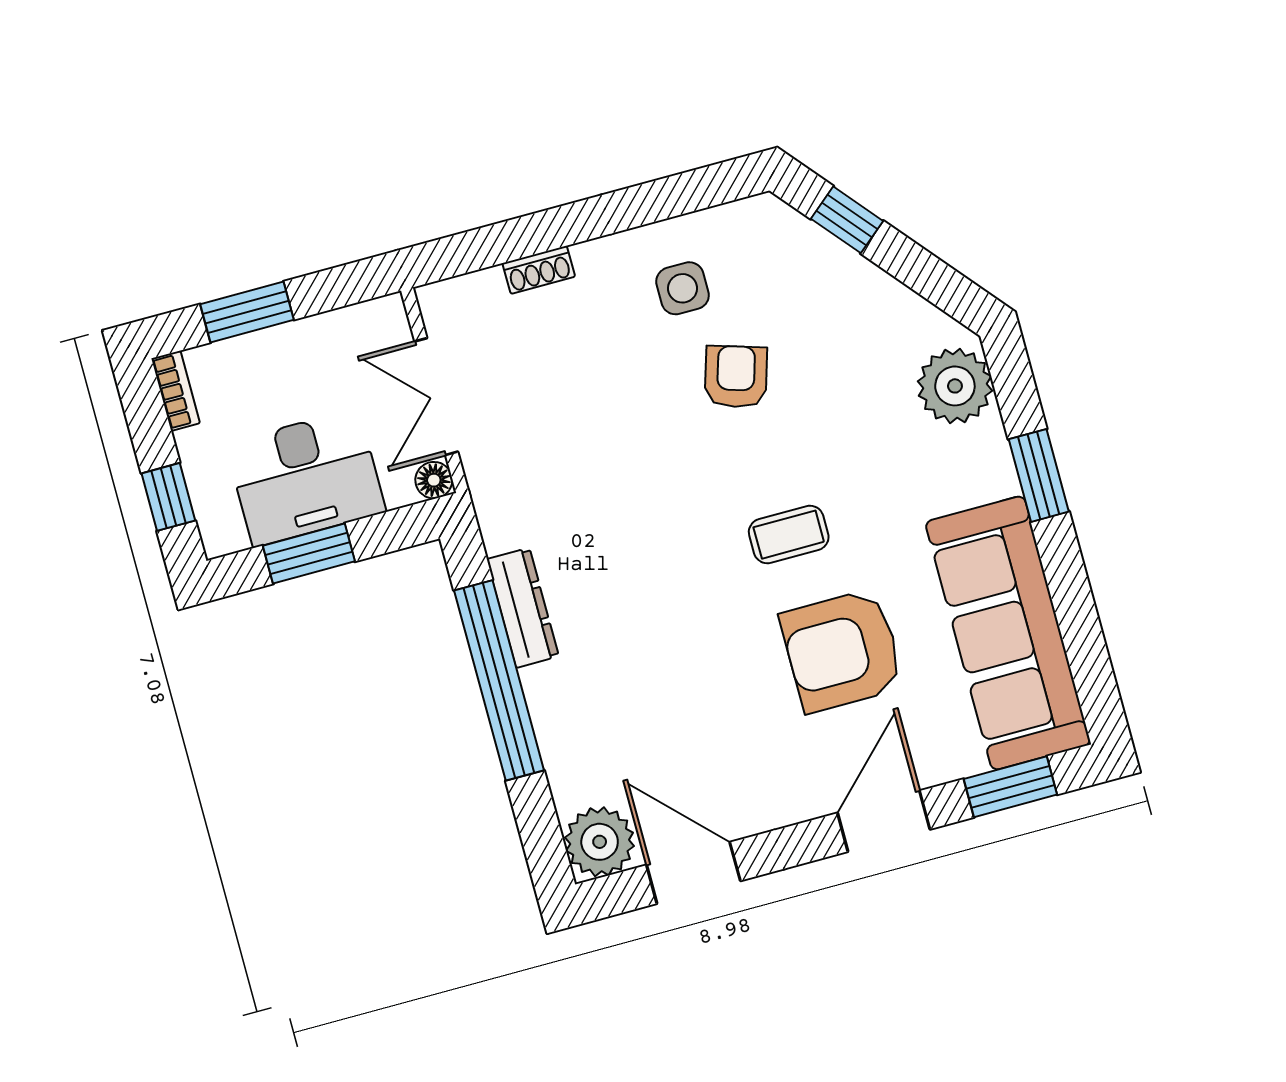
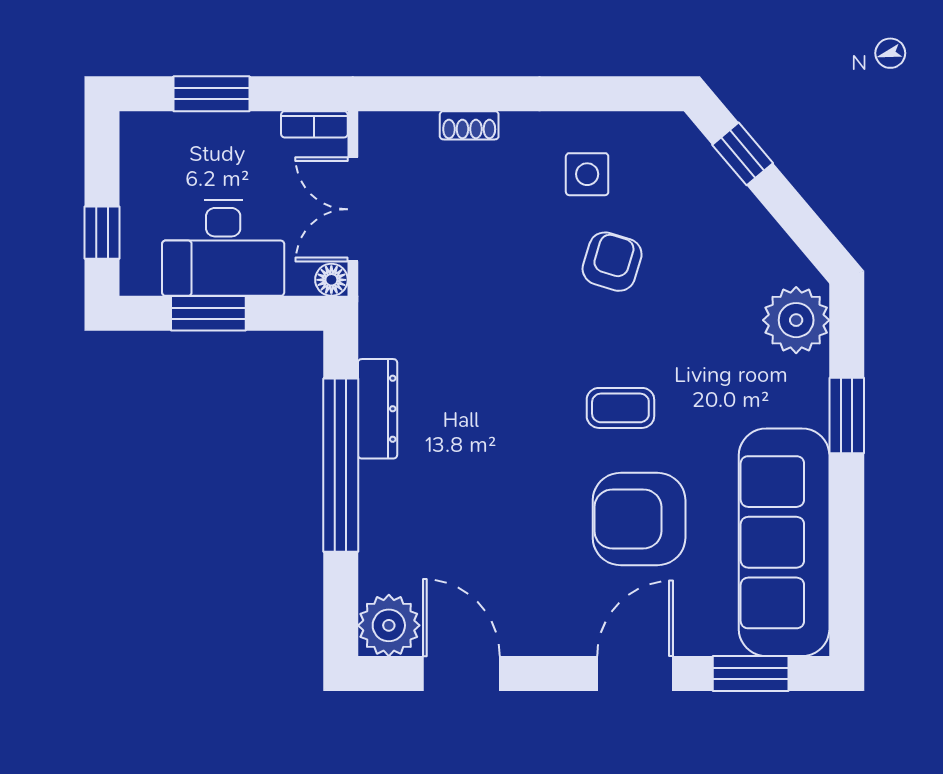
bookcase: (176, 391) -> (314, 124), moved, turned 90

